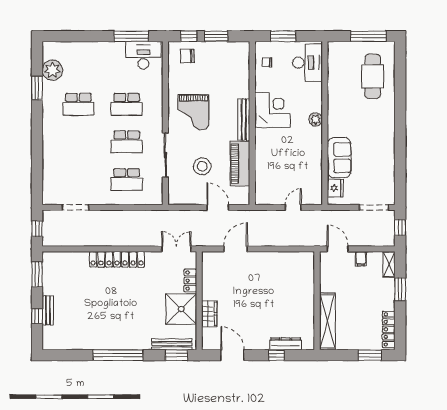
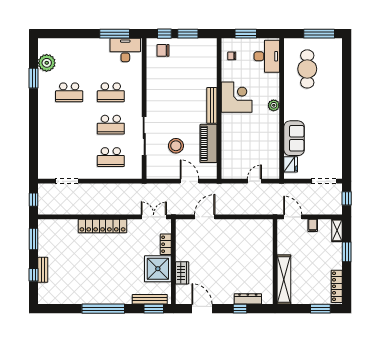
cafe table: (373, 76) -> (307, 69), moved
grand piano: (193, 112) -> (168, 99), removed

